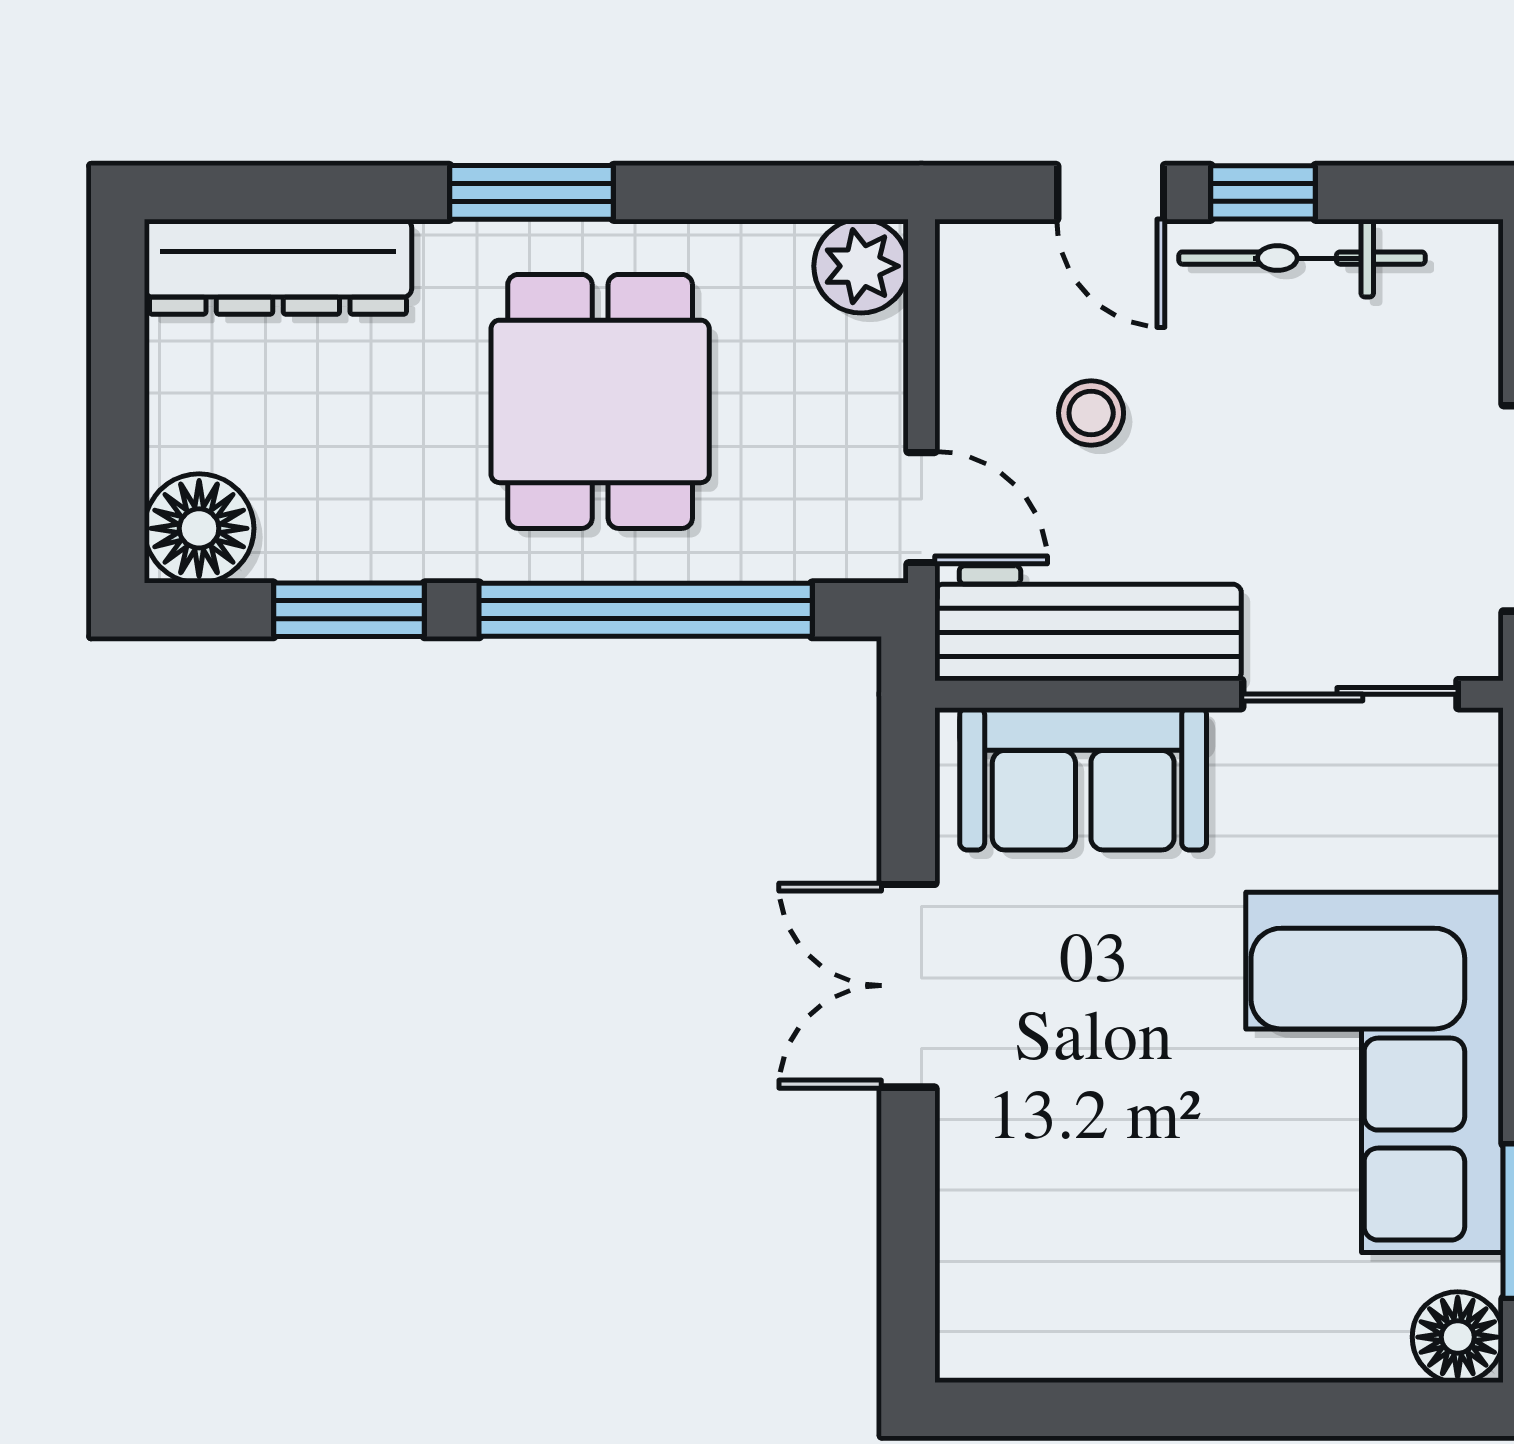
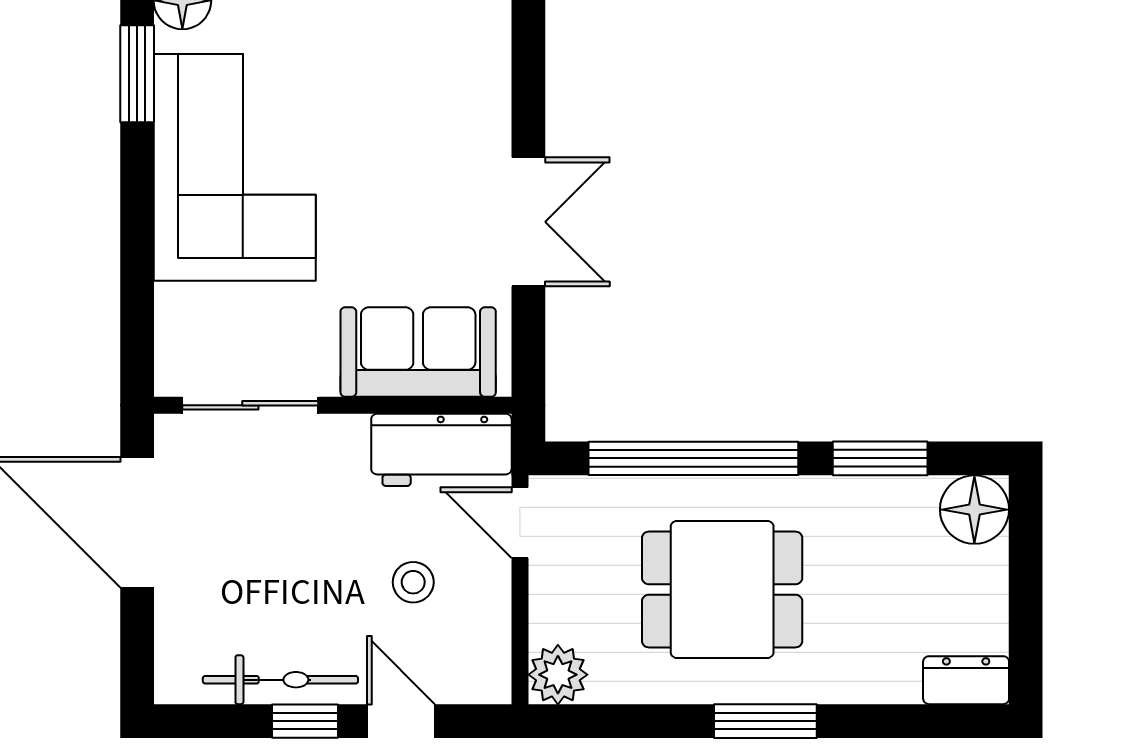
dresser: (278, 267) -> (966, 680), width x0.51, depth x0.80
dining table: (600, 401) -> (722, 589), turned 90
workbench: (1088, 623) -> (441, 450), width x0.73

